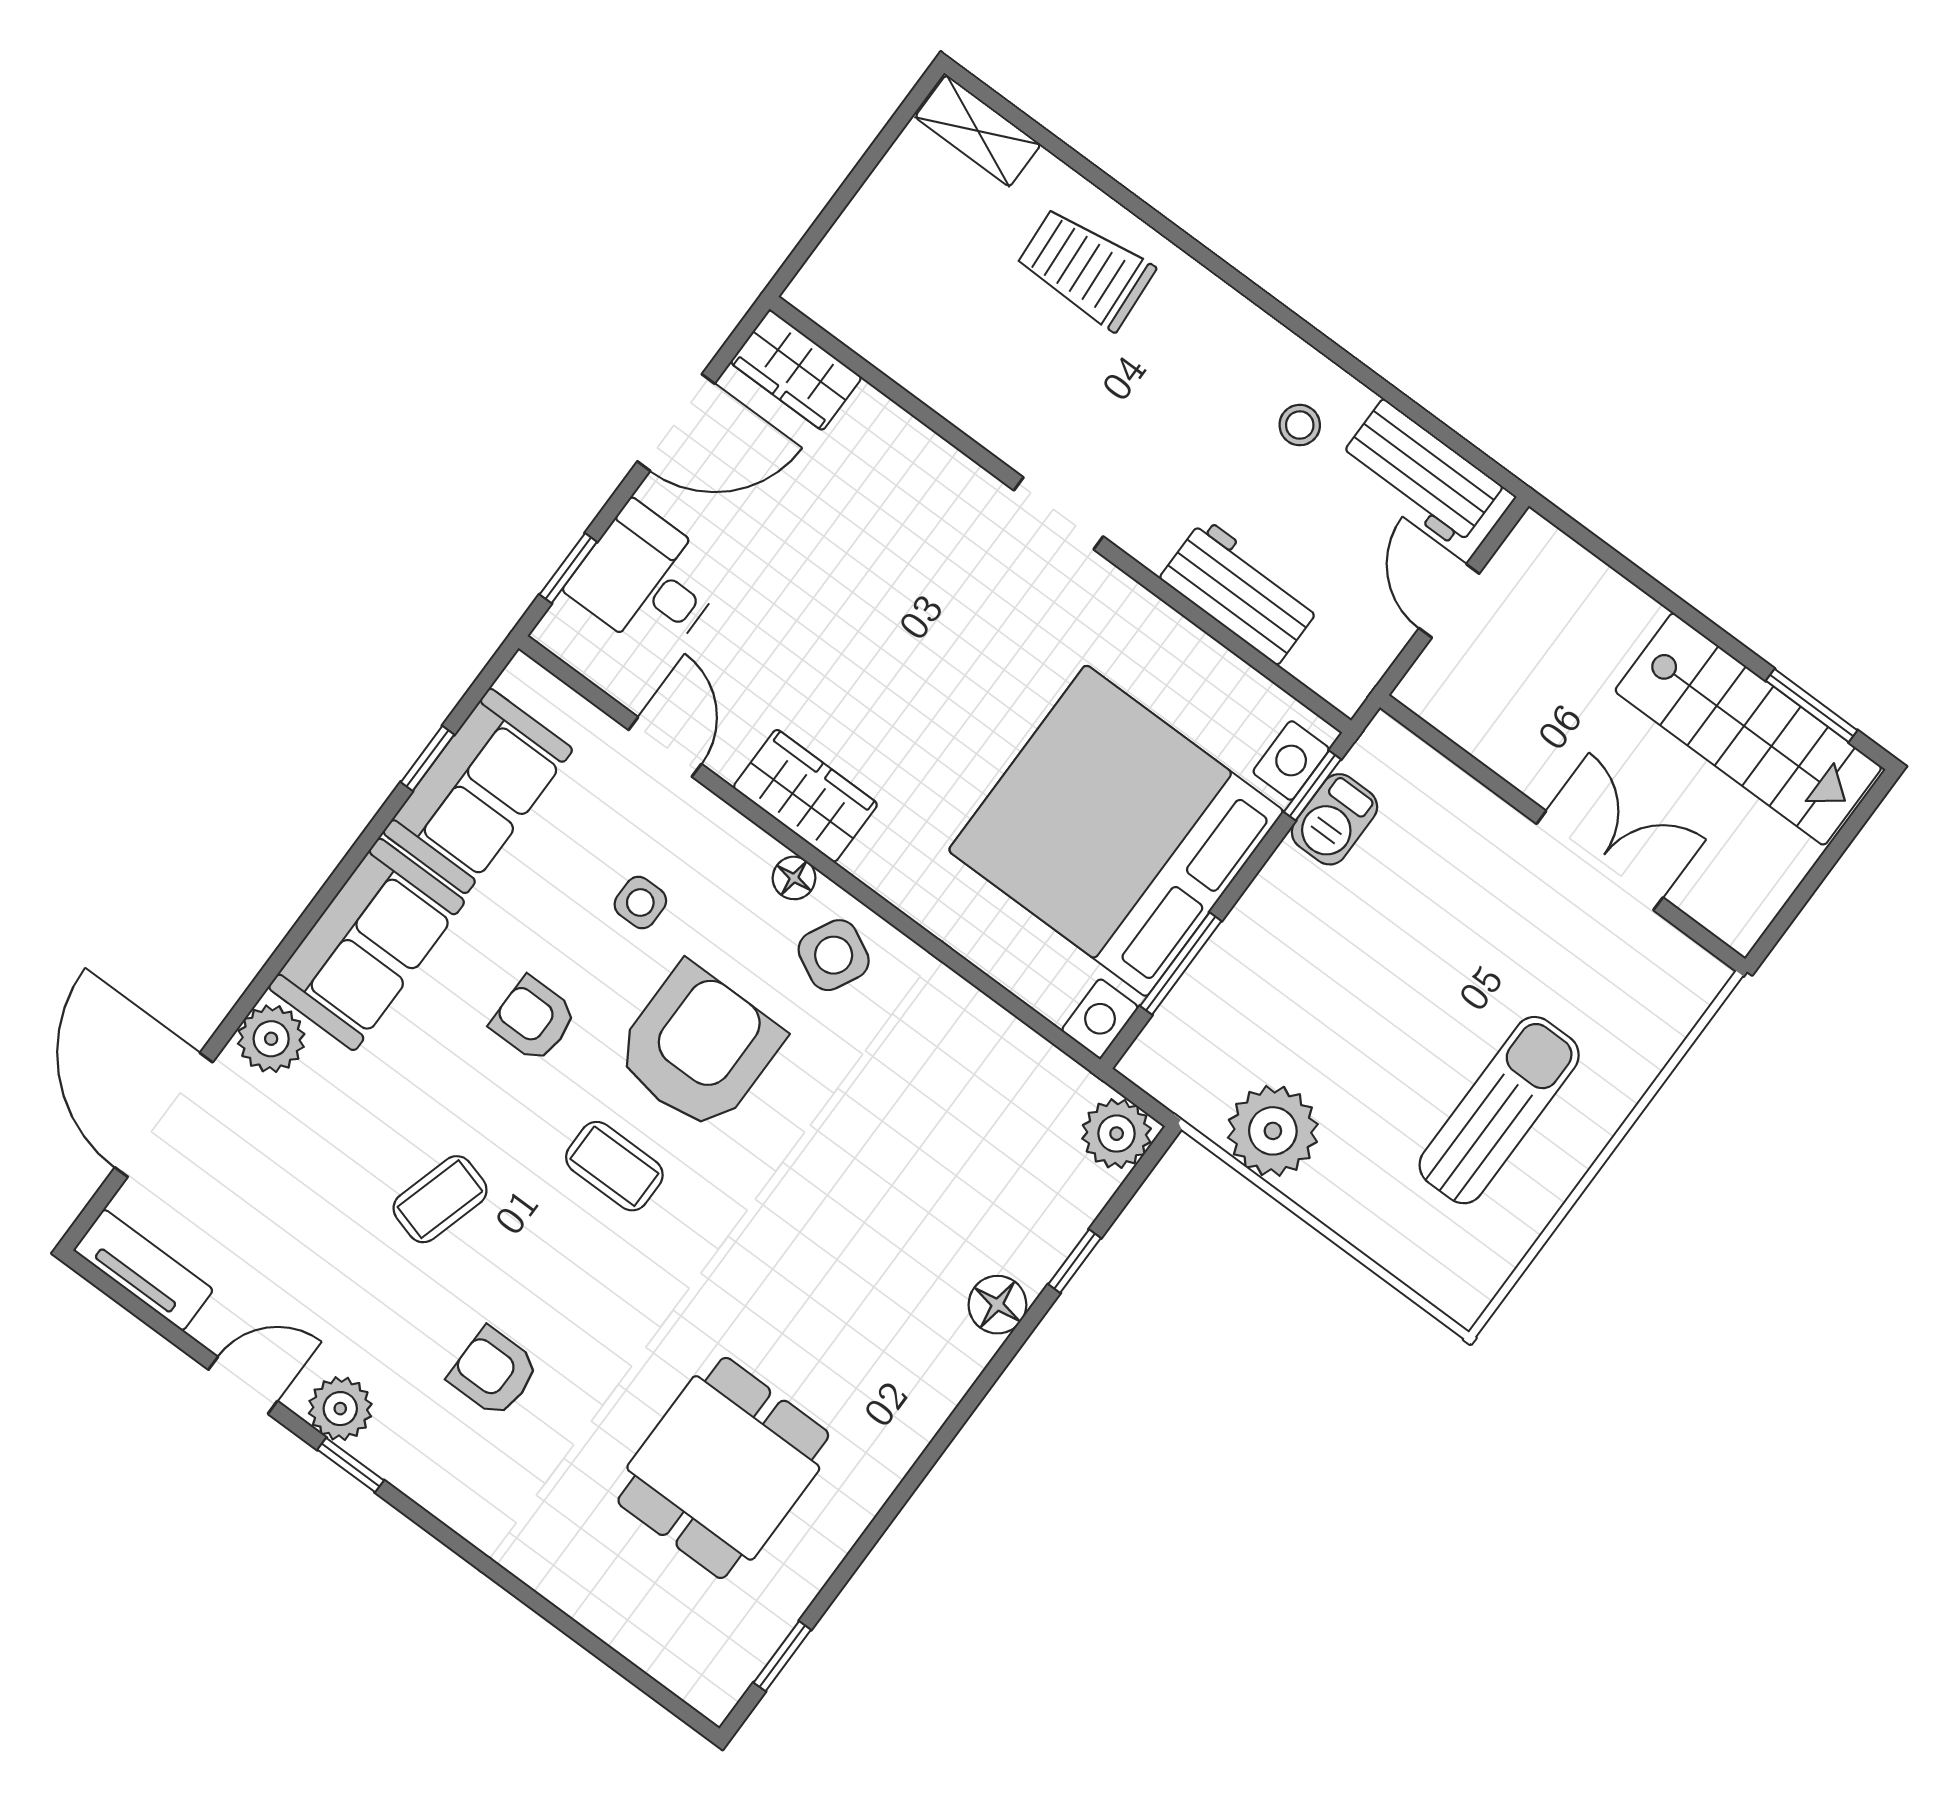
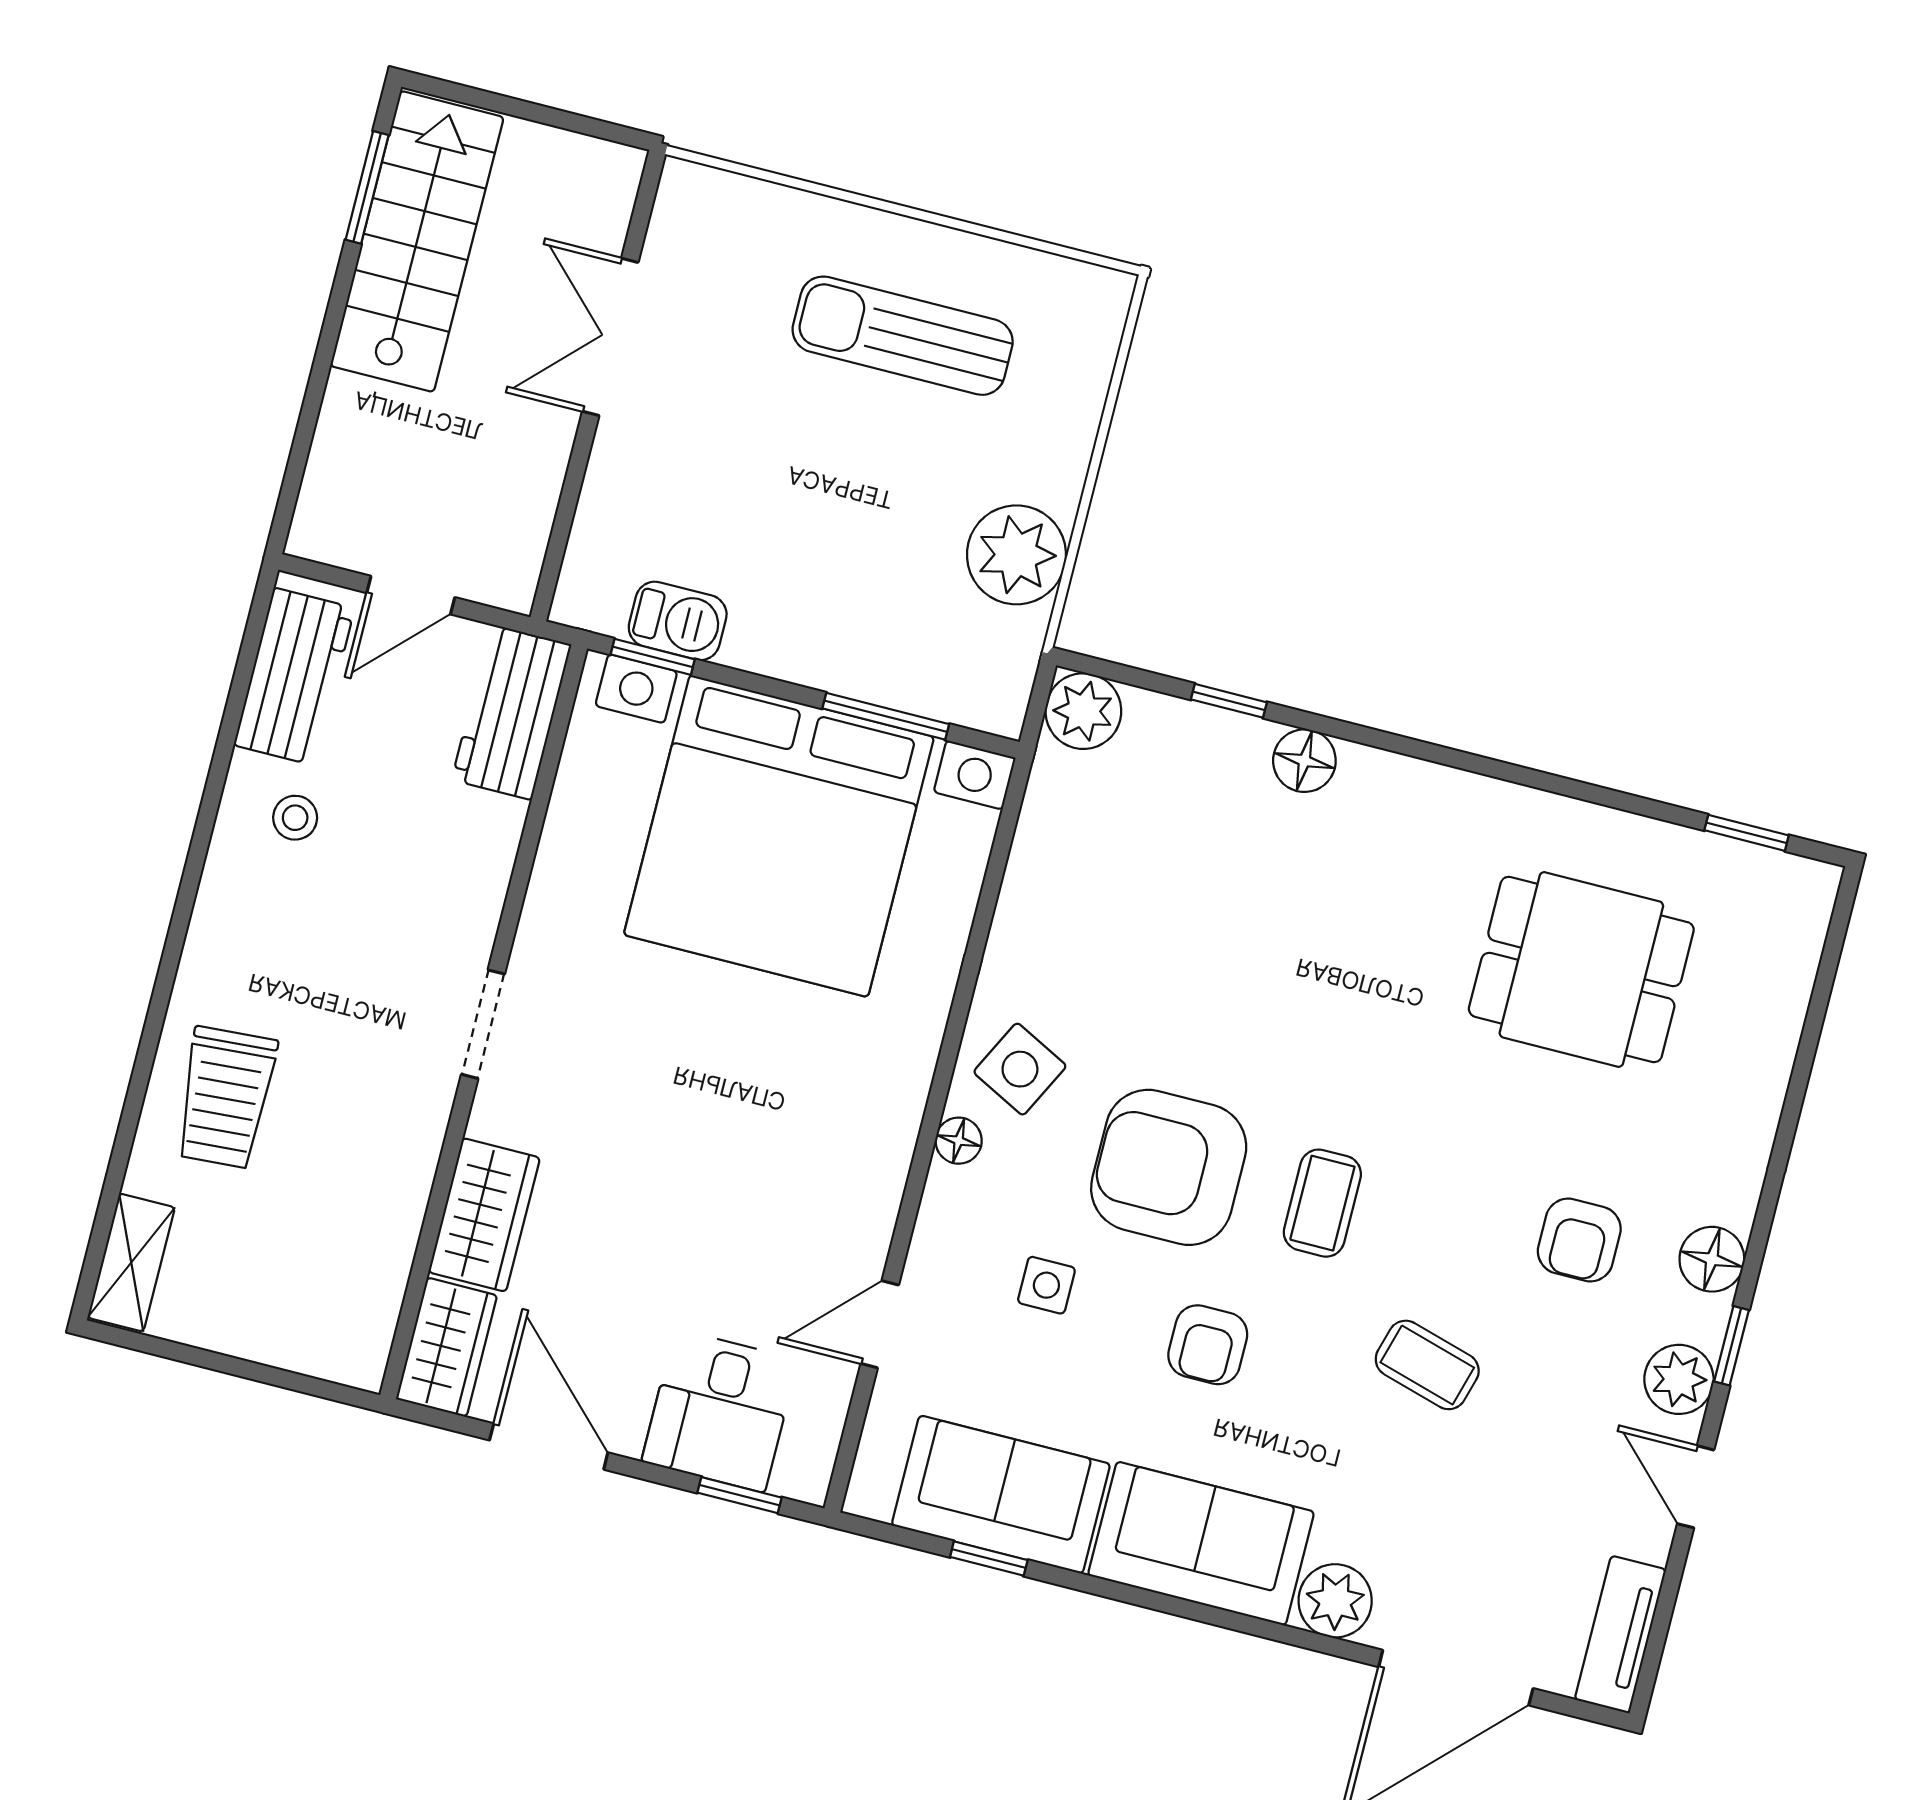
workbench: (1241, 591) -> (511, 712), moved
wardrobe: (805, 796) -> (484, 1215), moved, turned 180
floor lamp: (431, 1478) -> (1712, 1259), added

